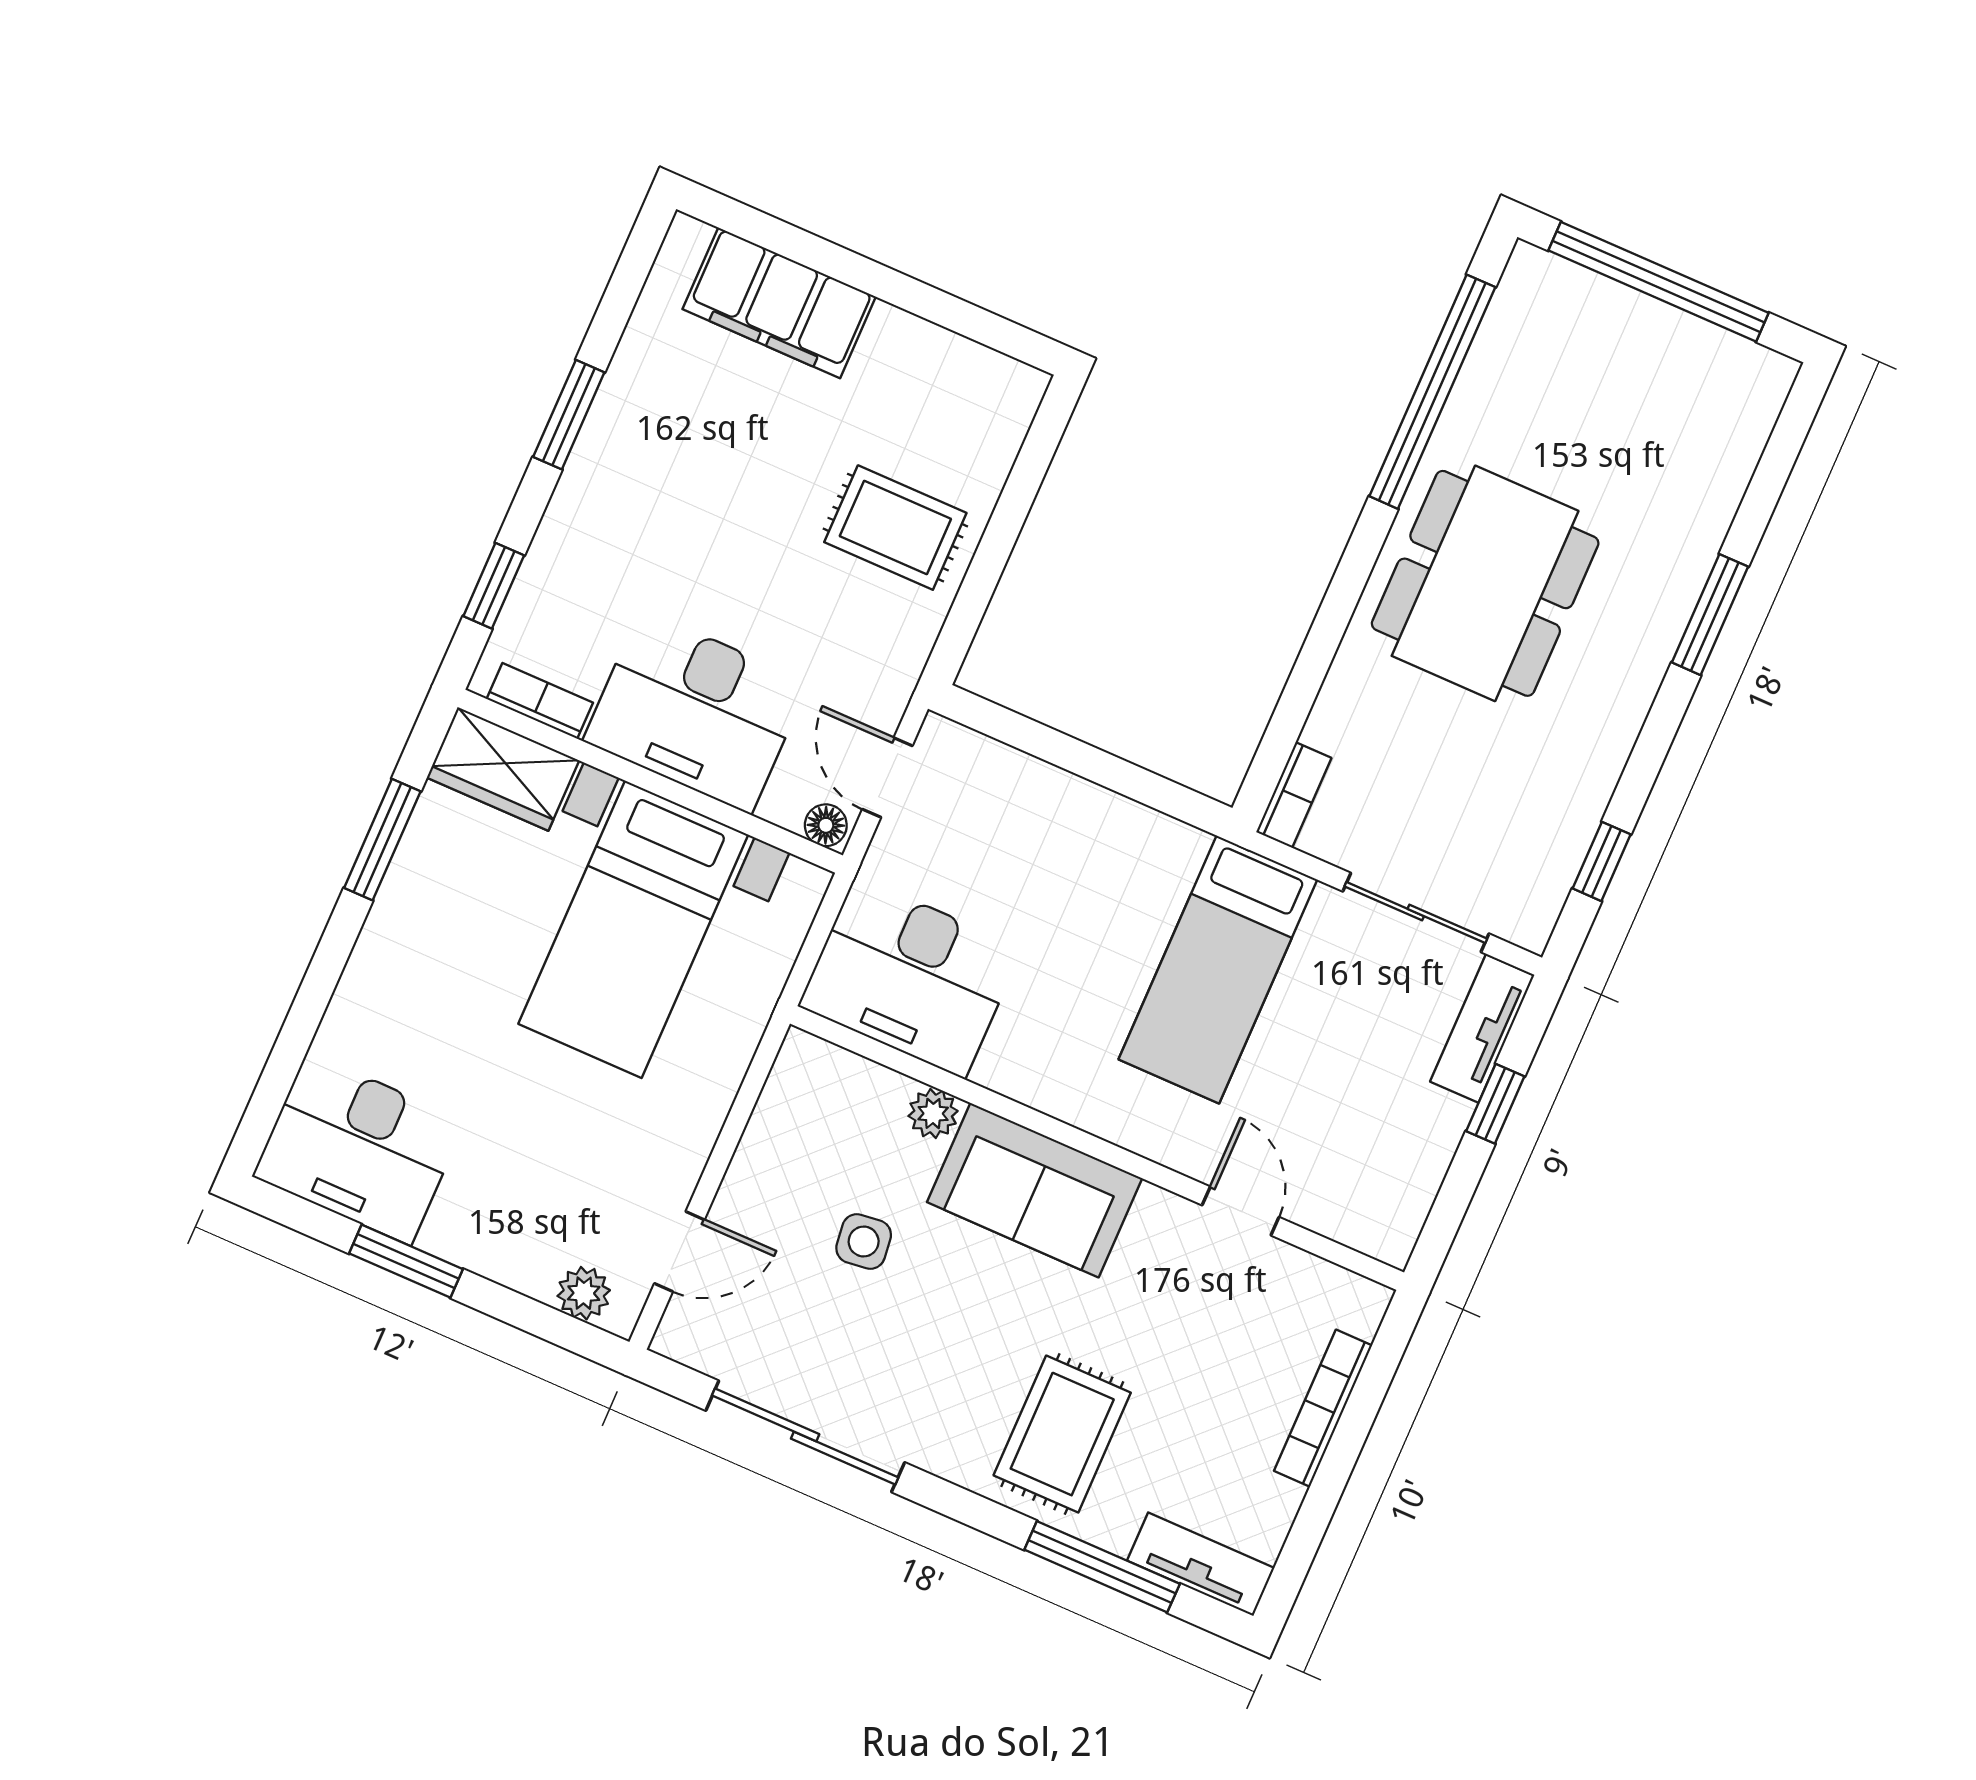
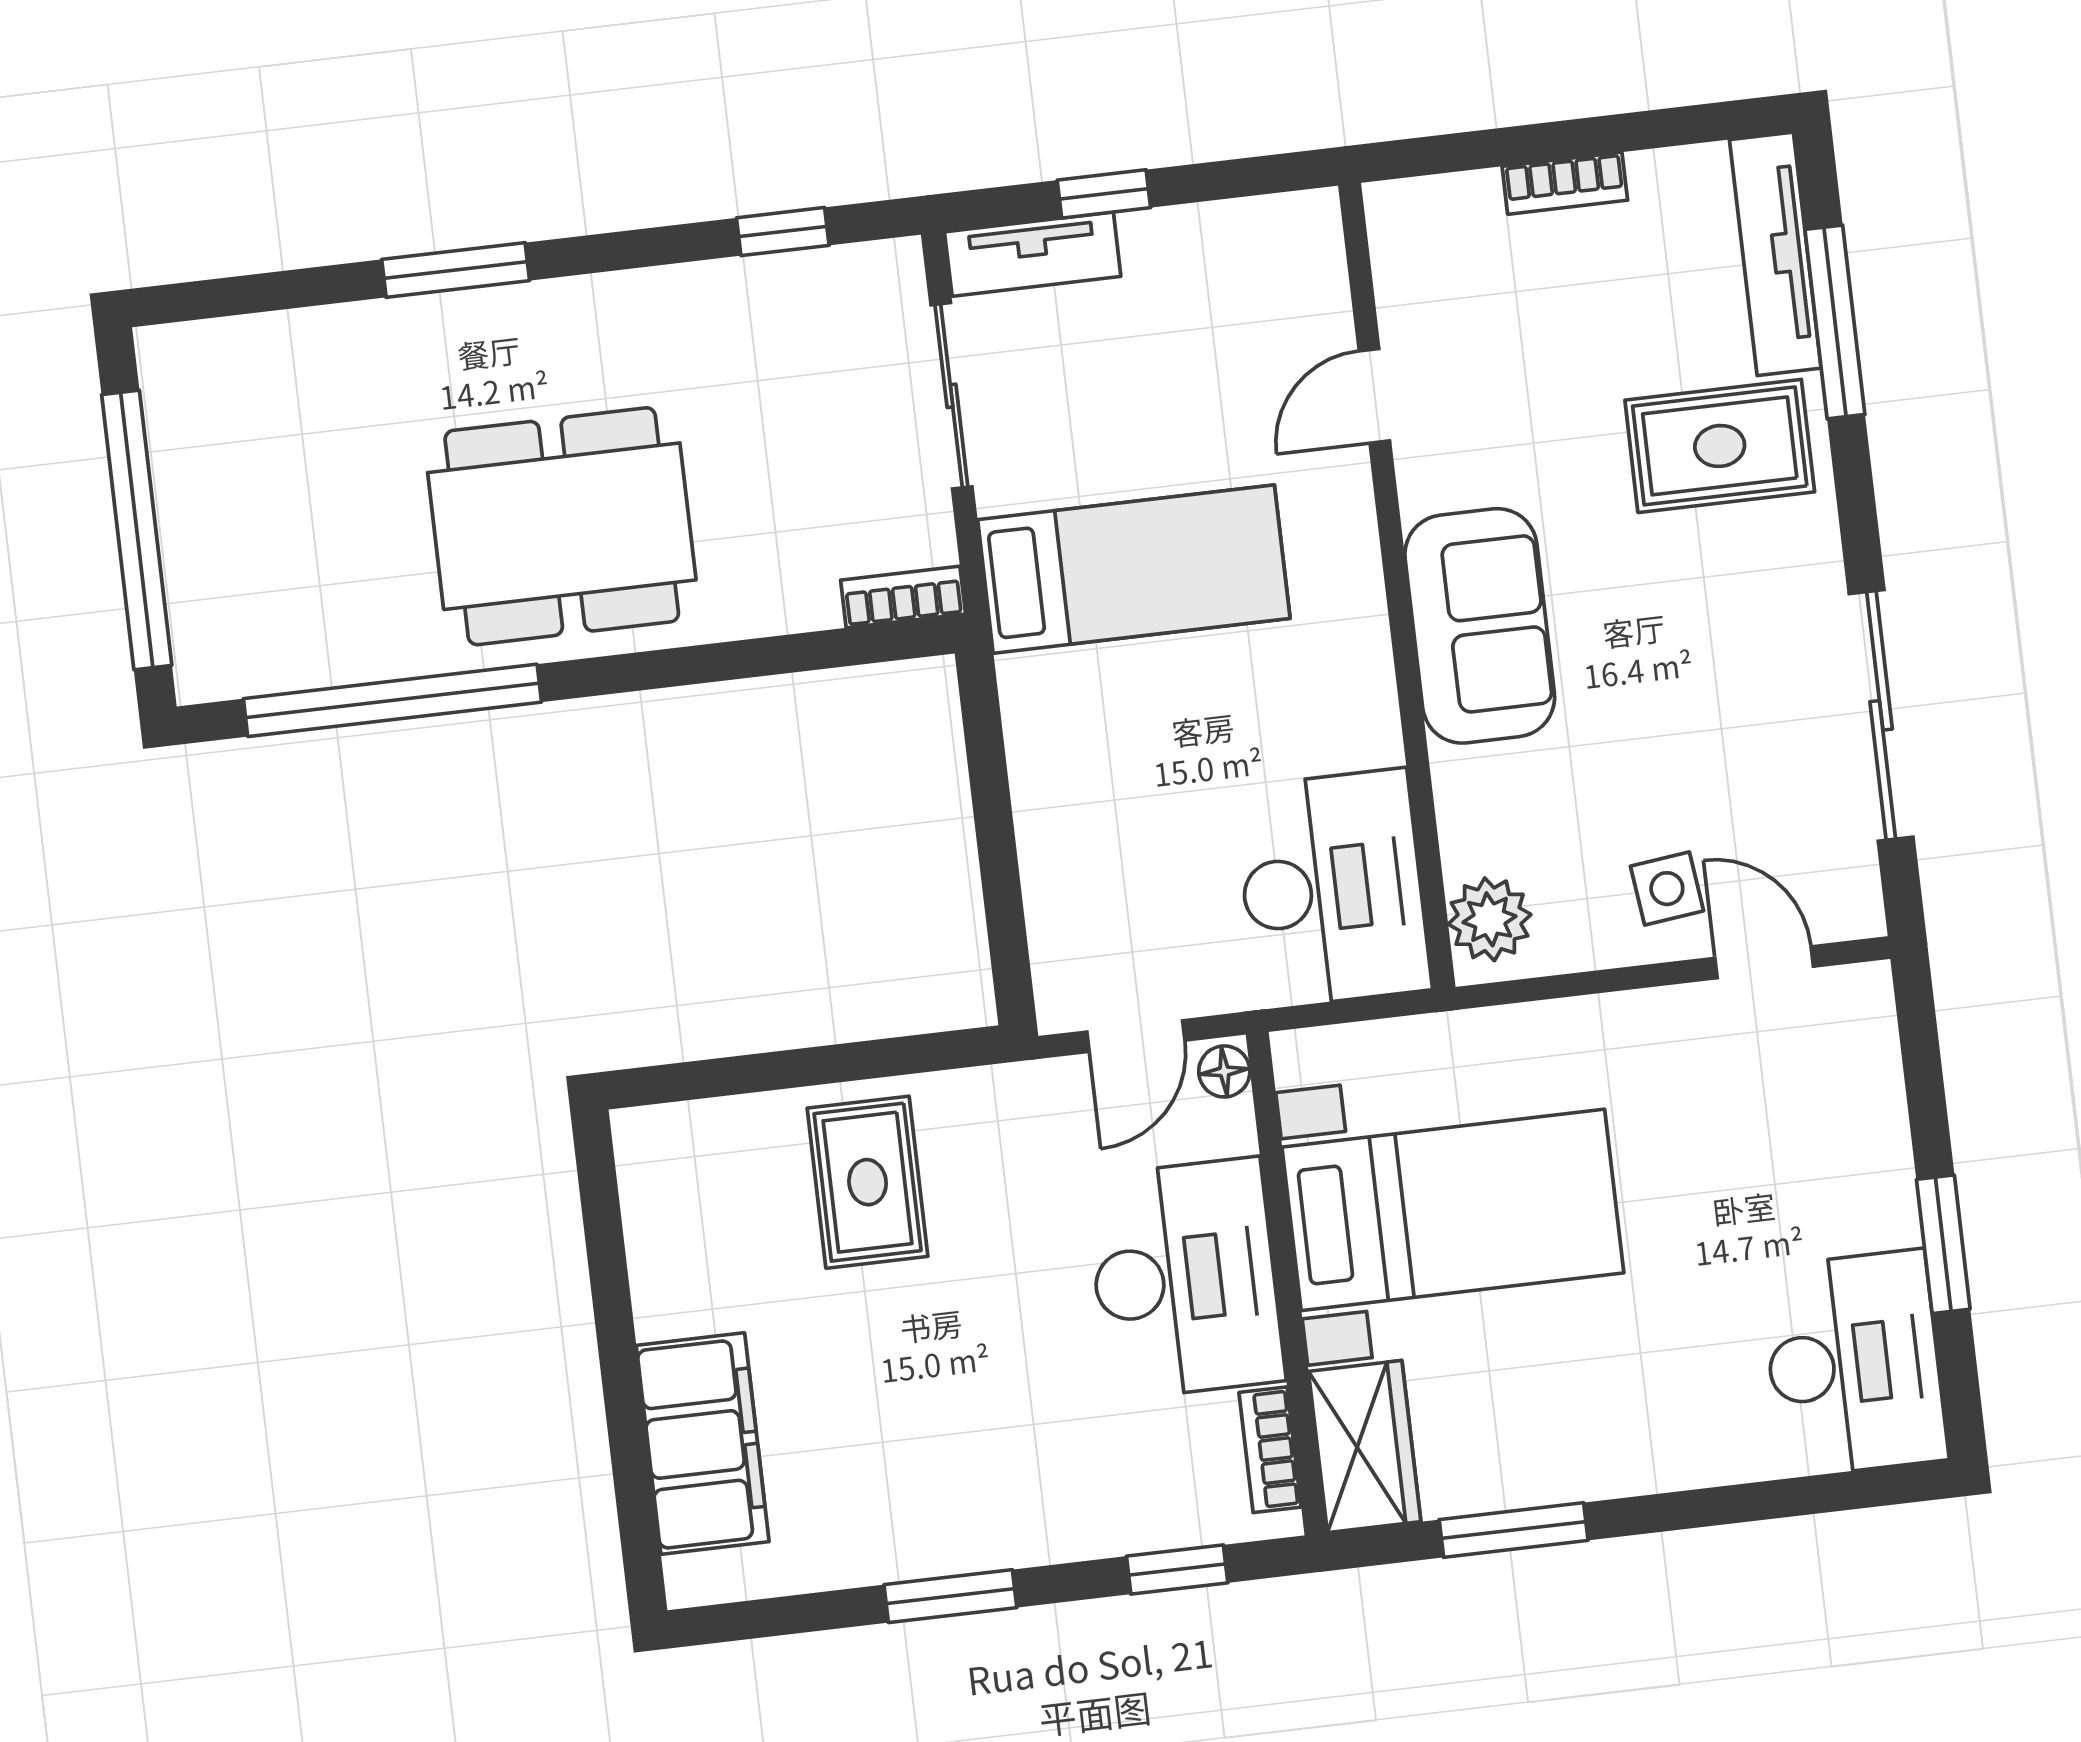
plant: (933, 1114) -> (1490, 919), moved, width x1.38, depth x1.38
side table: (864, 1241) -> (1667, 889), moved
plant: (584, 1293) -> (1867, 1037), removed
bookcase: (1323, 1408) -> (1565, 183), width x0.64
tv unit: (1201, 1564) -> (1775, 254), width x1.41

